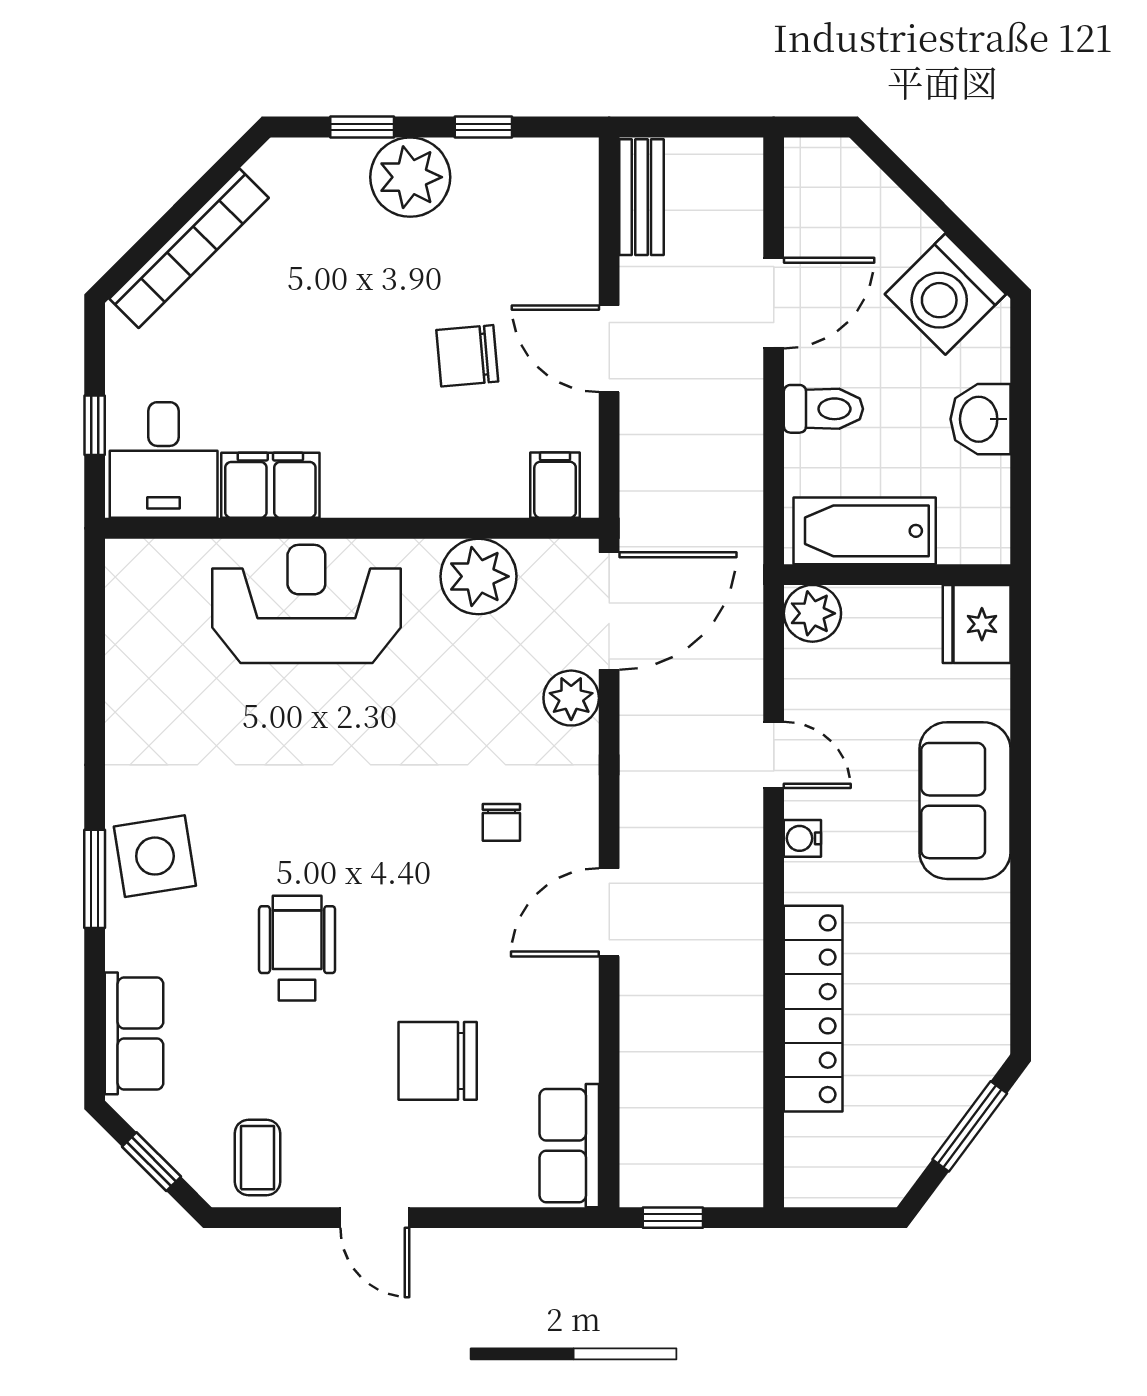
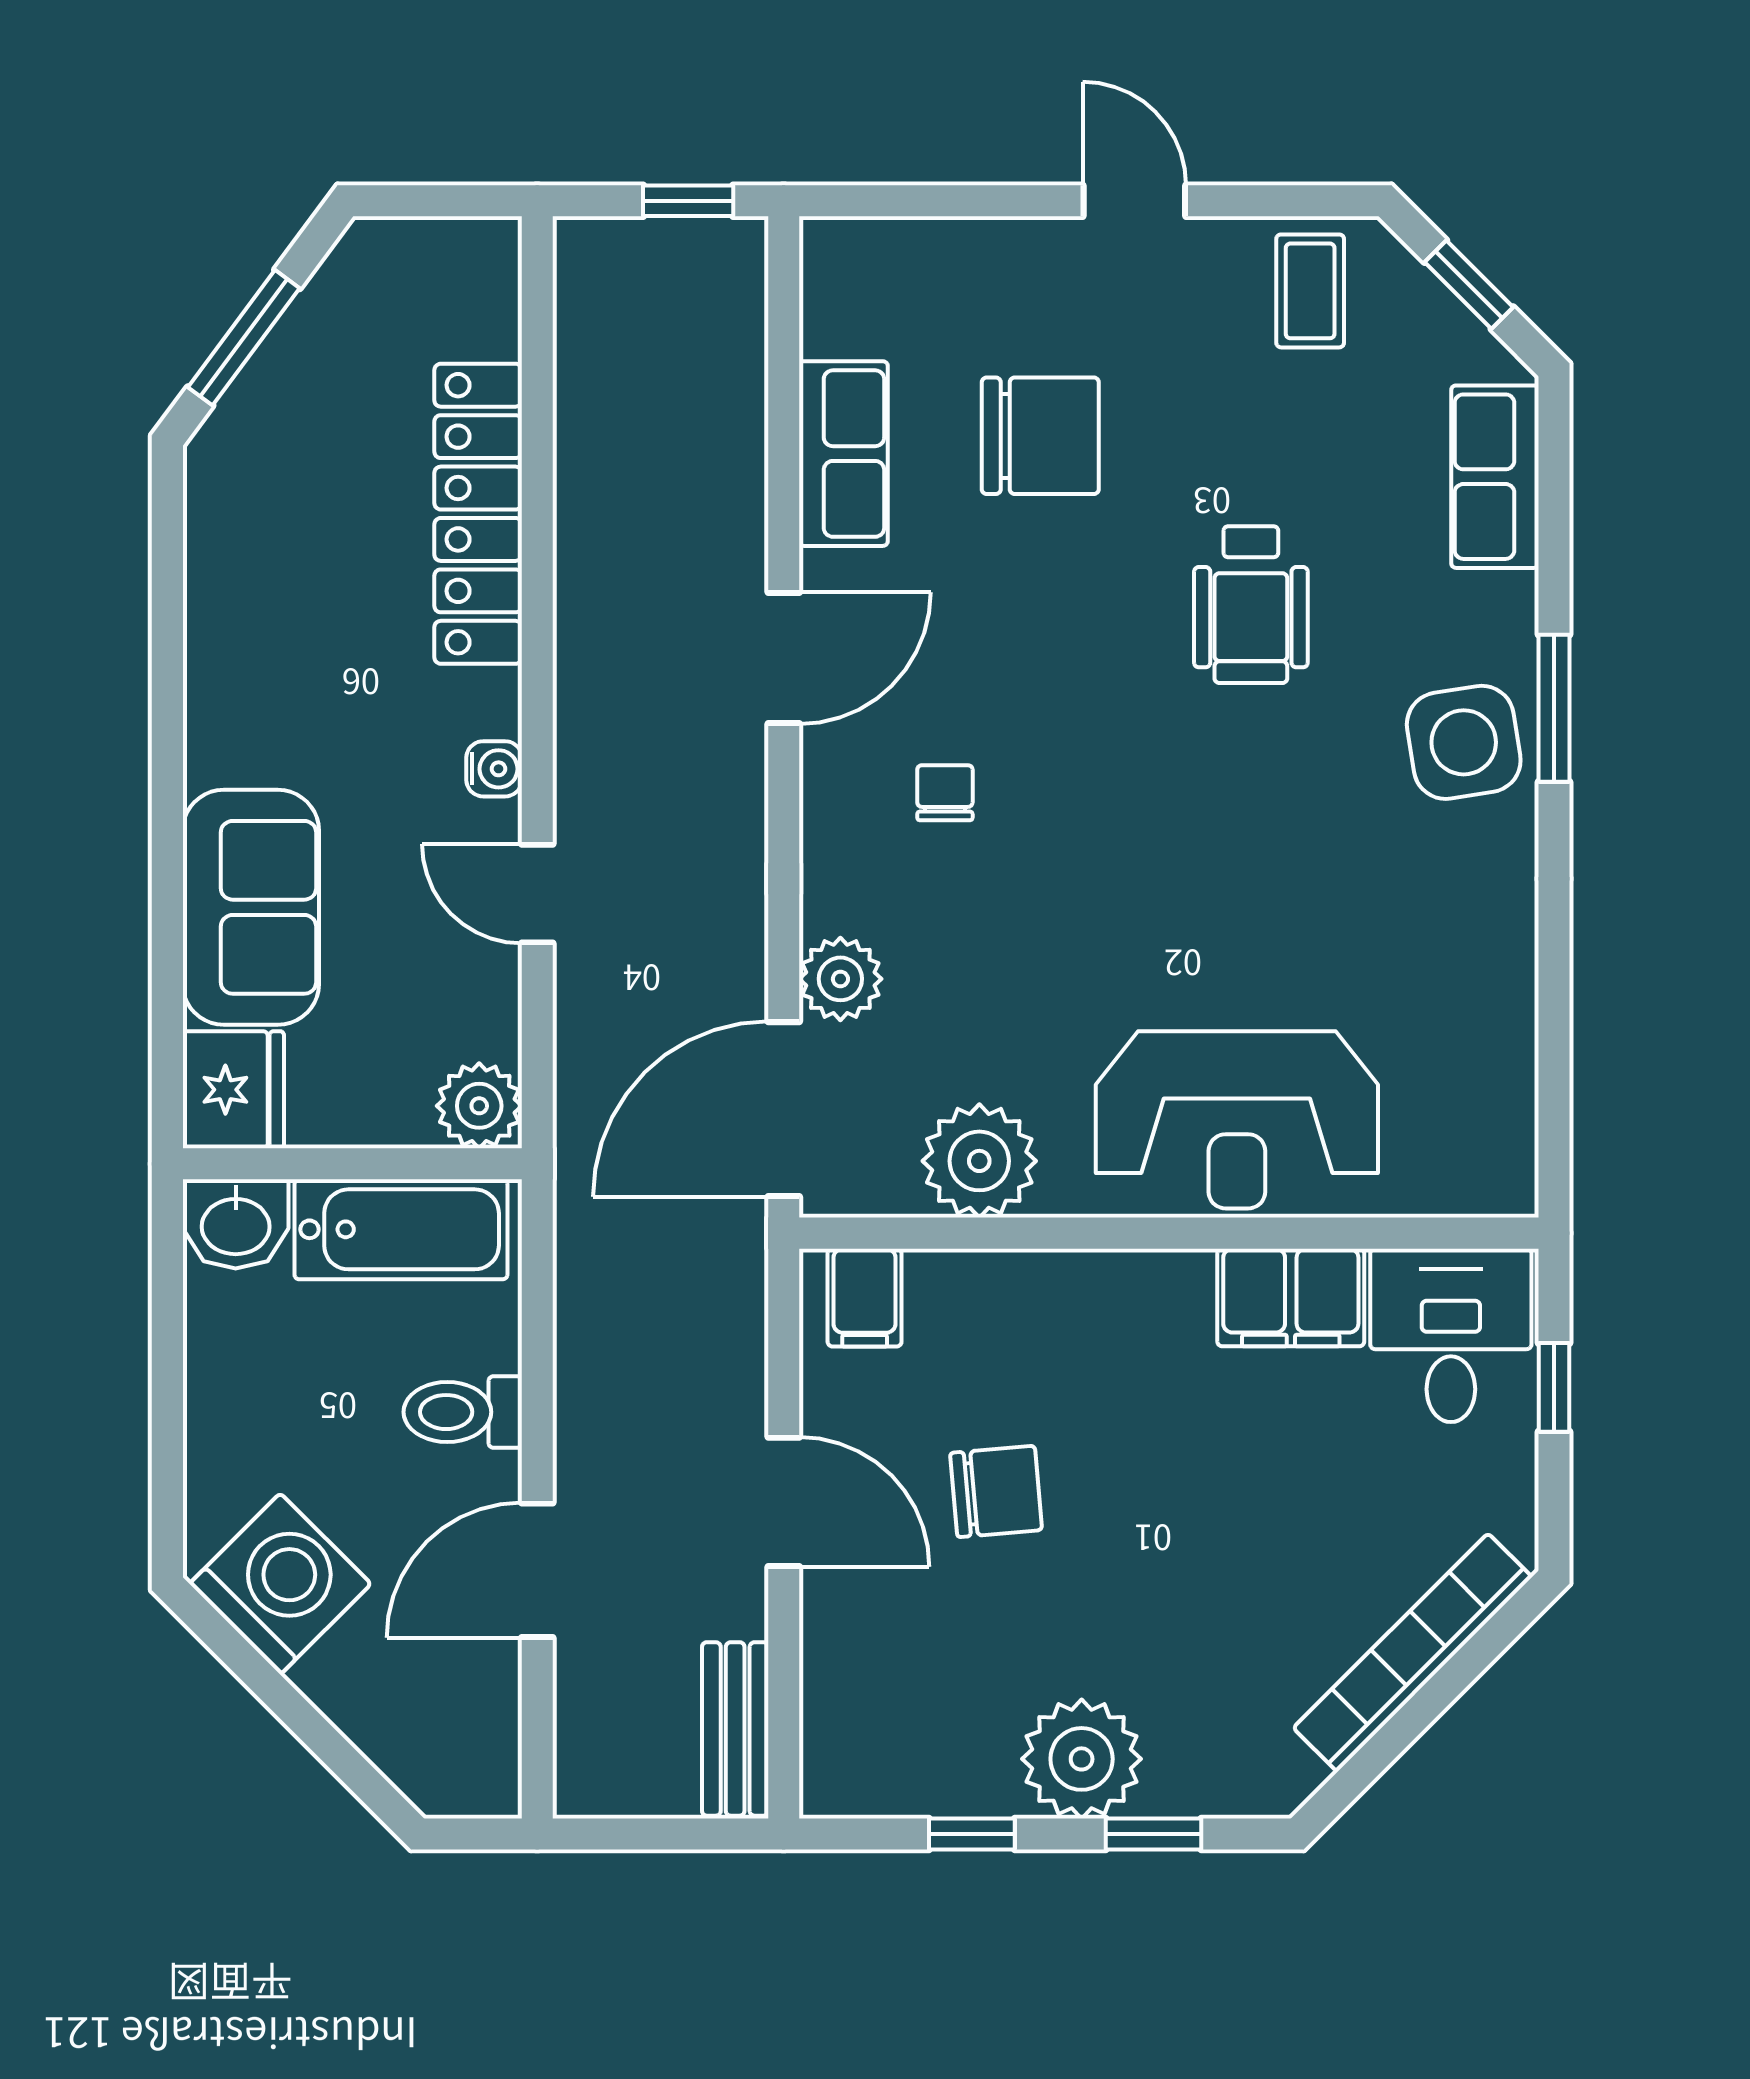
washbasin: (980, 419) -> (236, 1224), moved, turned 90
sofa: (965, 801) -> (251, 907), moved
row of seats: (569, 1146) -> (843, 454), moved

